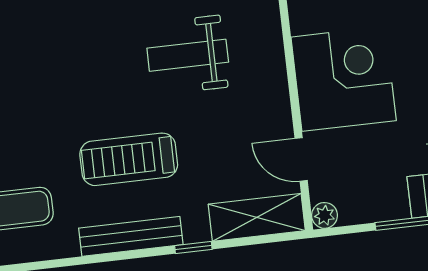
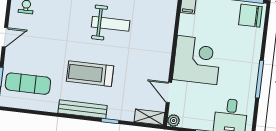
weight bench: (188, 55) -> (111, 24), moved, turned 180
shelving: (257, 217) -> (149, 117), width x0.67, depth x0.75

